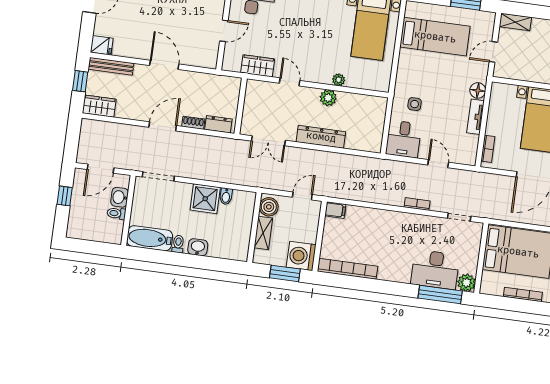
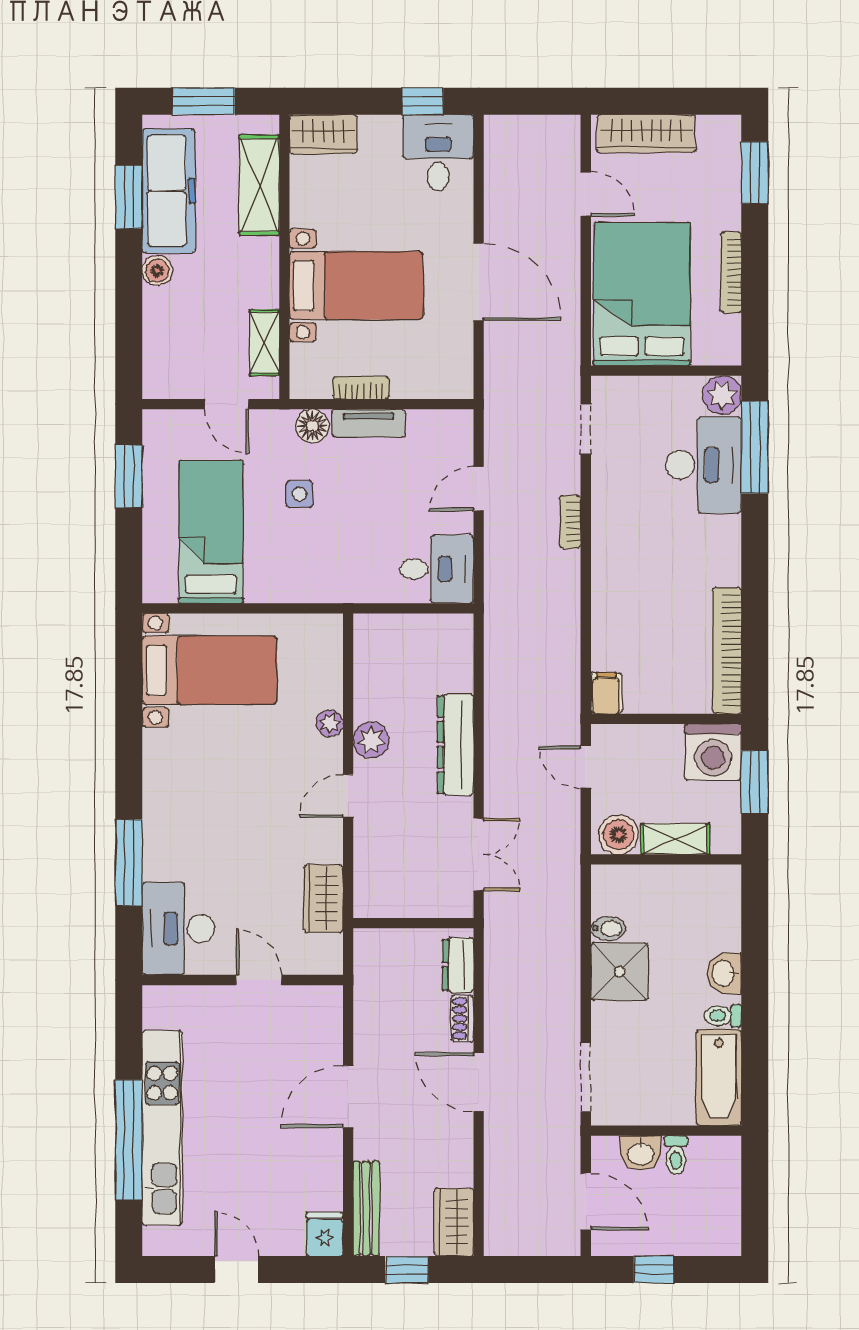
shelving: (515, 22) -> (265, 343), moved
door: (290, 82) -> (348, 796), moved
side table: (415, 104) -> (300, 494), moved
bookcase: (488, 149) -> (361, 388), moved

